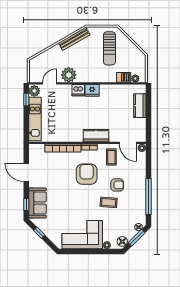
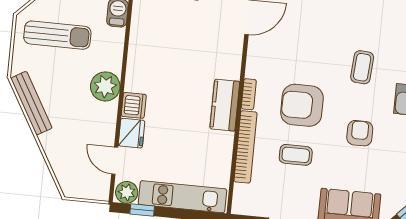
plant: (69, 75) -> (105, 86), moved
fridge: (92, 90) -> (132, 133), moved
kitchen counter: (96, 136) -> (225, 105), moved
coffee table: (111, 157) -> (296, 155), moved
armchair: (117, 185) -> (360, 133), moved

